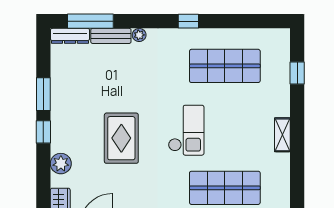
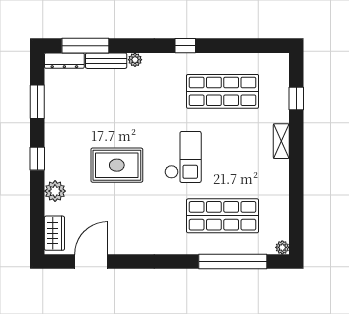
window: (43, 94) -> (37, 102), moved
shelving: (282, 135) -> (281, 141), moved
rug: (121, 138) -> (117, 165), turned 90

